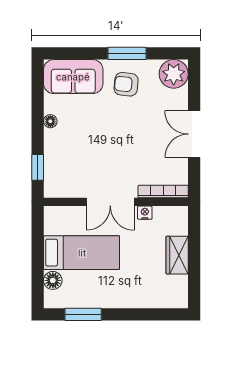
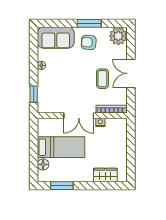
coffee table: (148, 142) -> (102, 79), added
wardrobe: (177, 255) -> (105, 175), moved, turned 90

